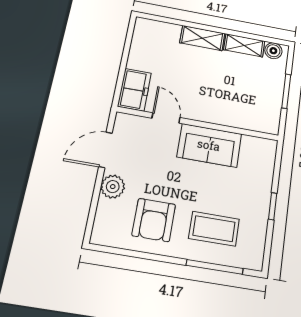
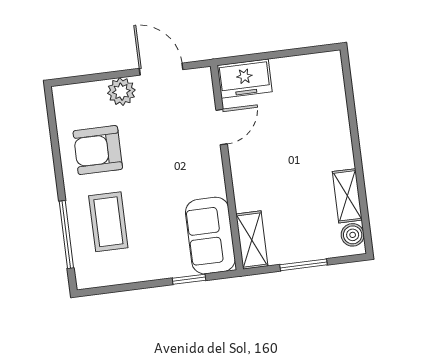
shelving: (202, 38) -> (252, 240), moved
sofa: (209, 145) -> (210, 236), moved
window: (273, 206) -> (189, 279), moved

